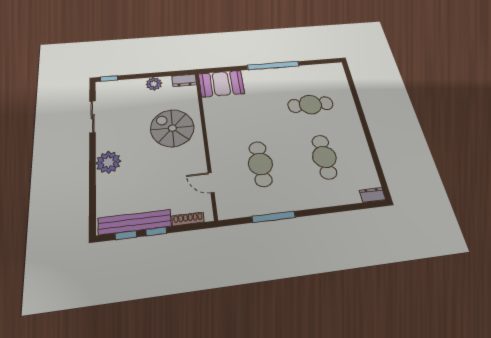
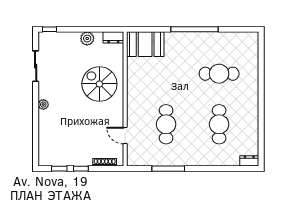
plant: (108, 162) -> (43, 104), width x0.53, depth x0.53
bench: (135, 222) -> (66, 160), removed

